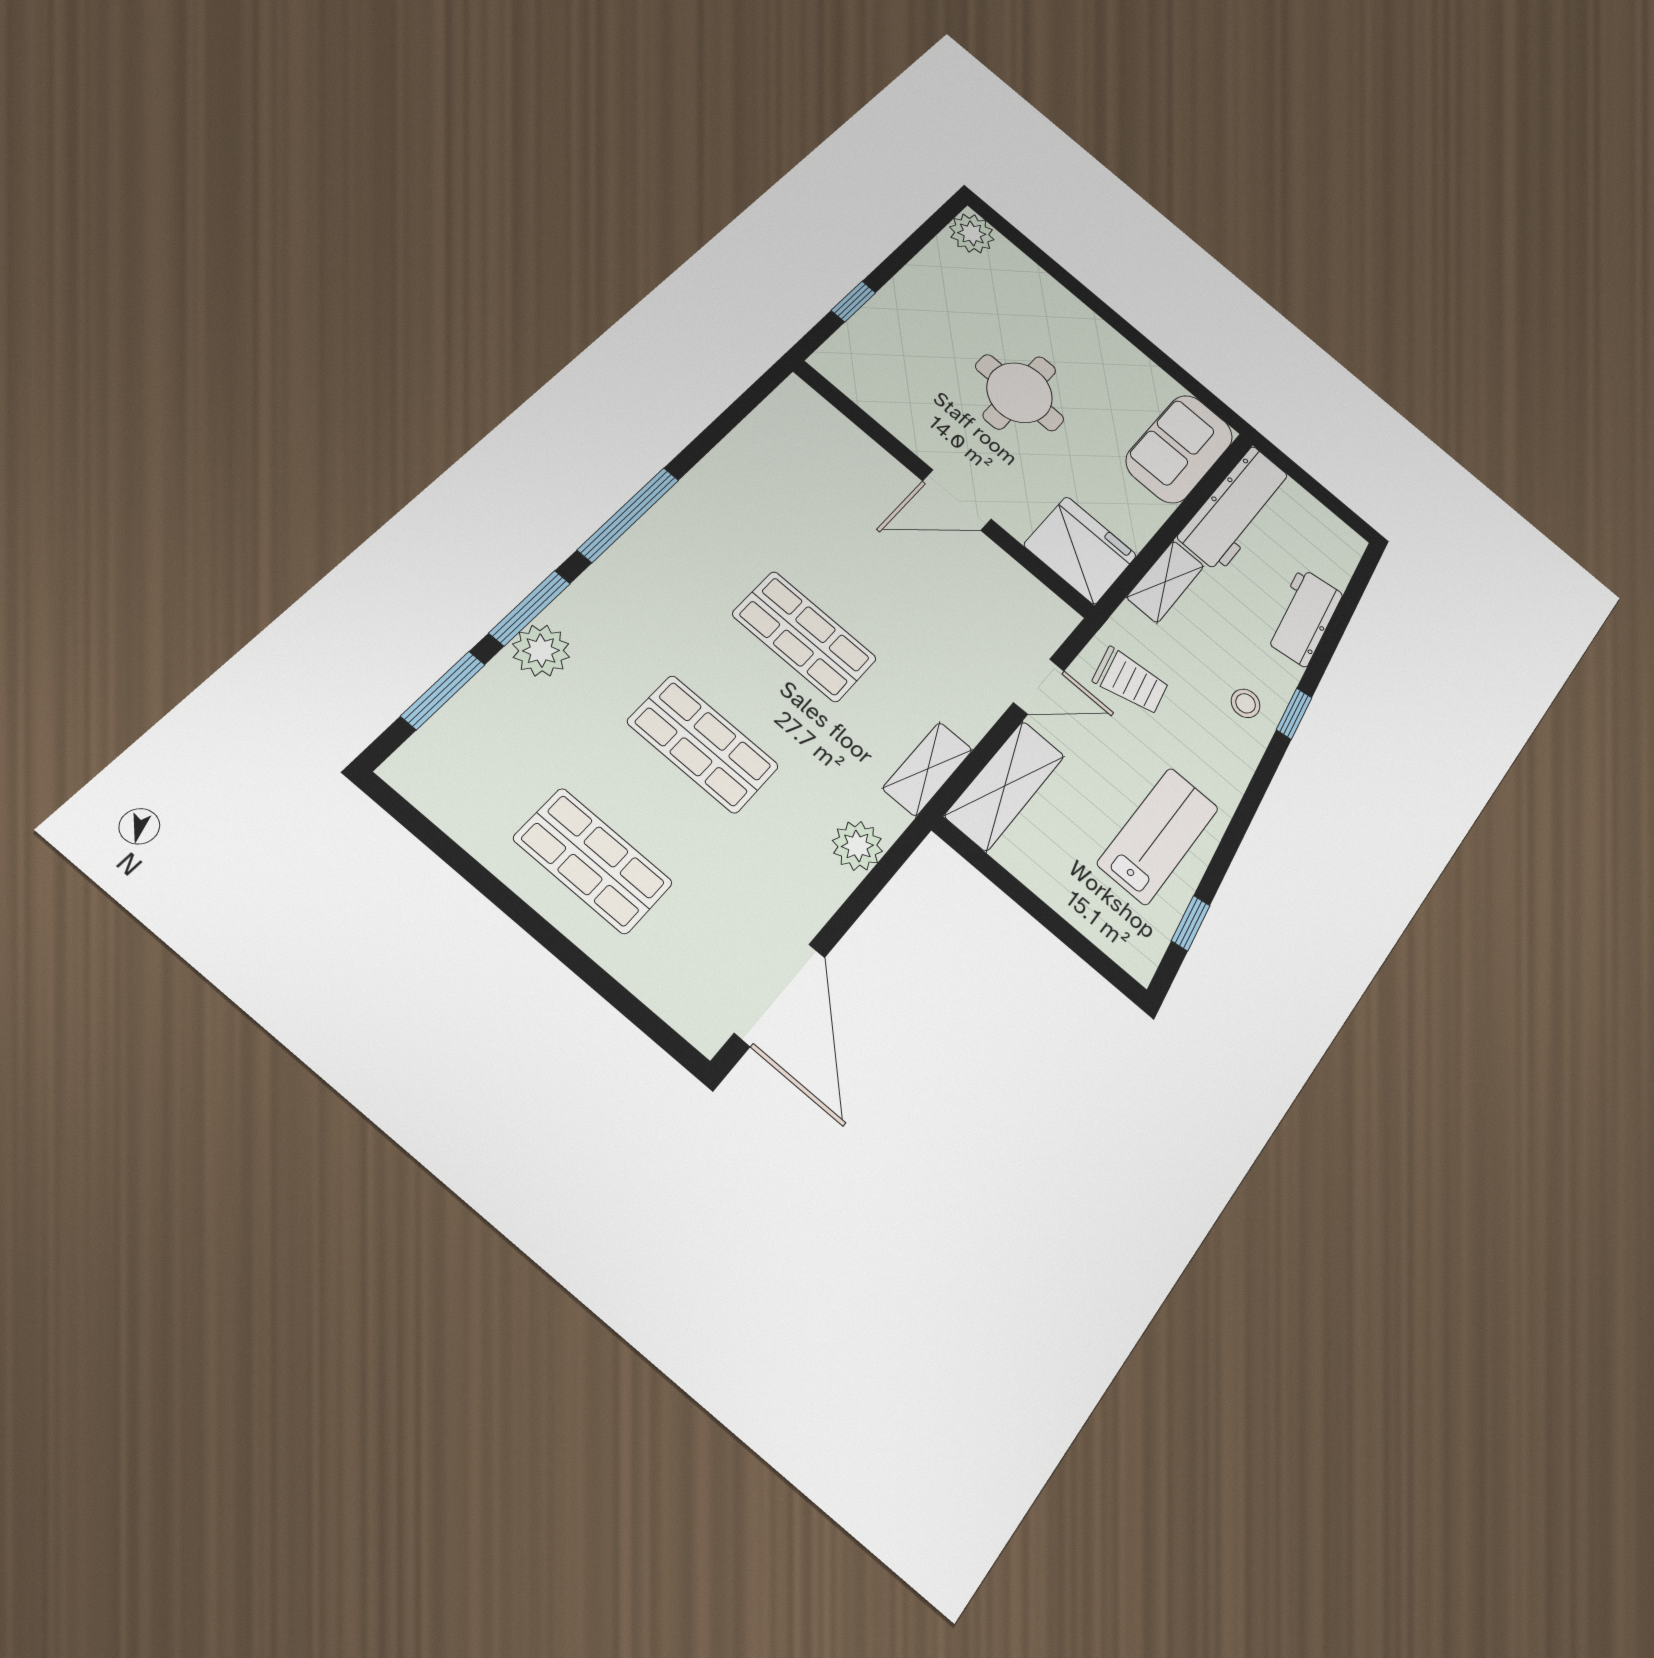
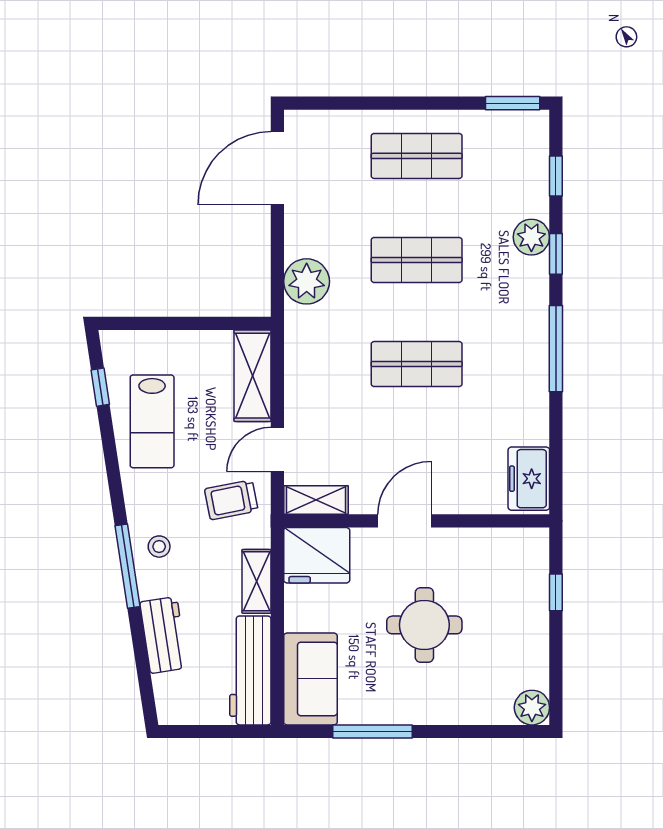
window: (1153, 352) -> (373, 731), added
freezer: (783, 422) -> (529, 479), added
window: (530, 608) -> (556, 254), width x0.67
window: (443, 690) -> (556, 176), width x0.67
window: (1294, 714) -> (128, 566), width x2.17
shelving: (928, 769) -> (316, 500), moved, turned 90
window: (412, 819) -> (513, 103), added
plant: (857, 846) -> (307, 281), width x1.36, depth x1.36
door: (780, 995) -> (277, 168), hinge flipped

